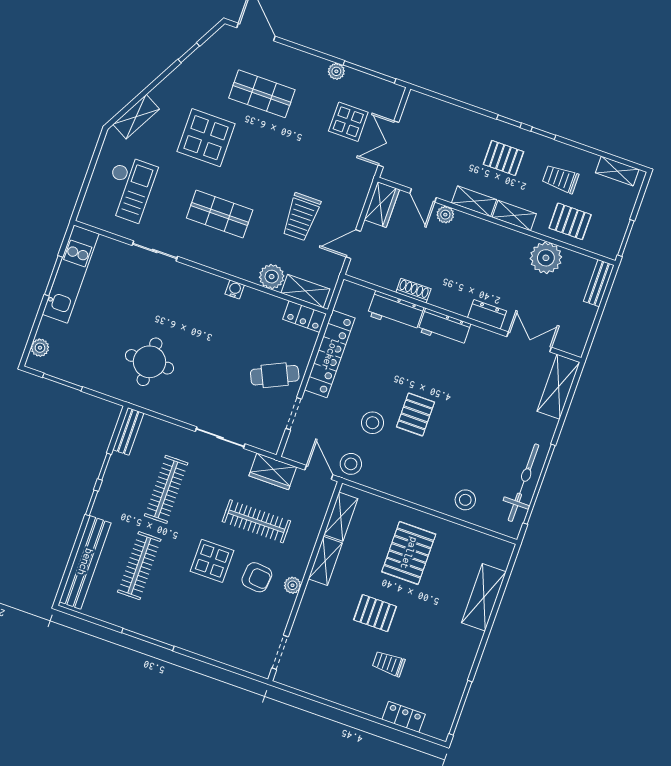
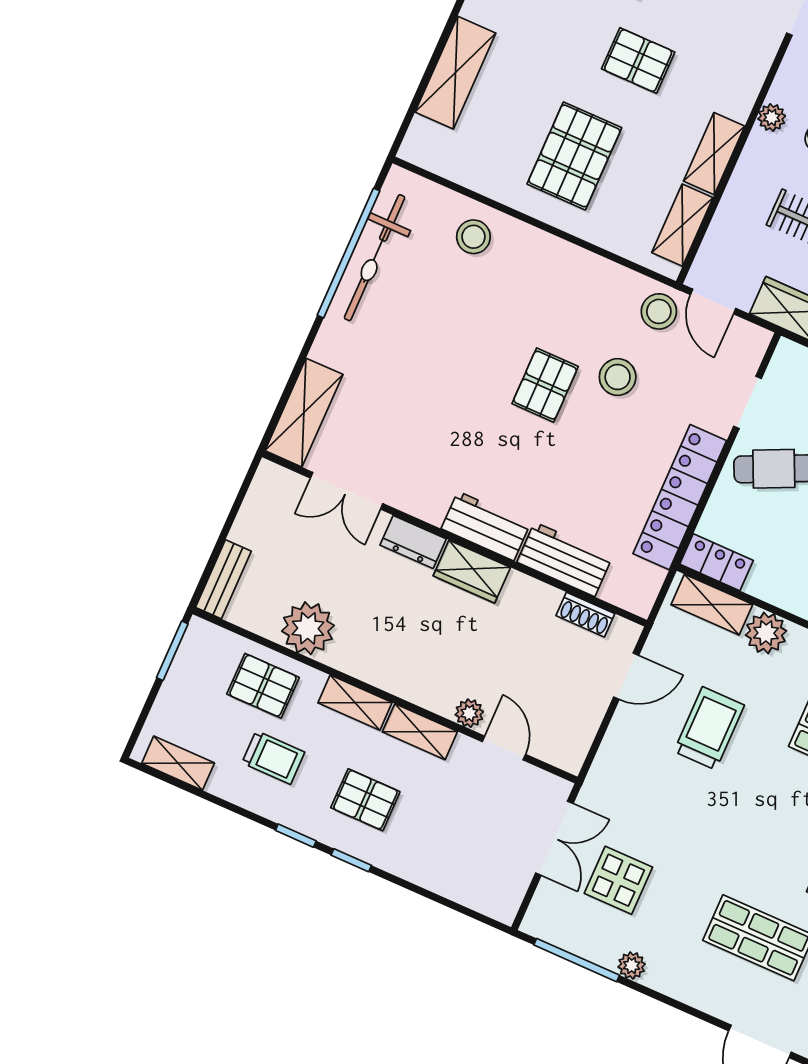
wardrobe: (382, 205) -> (472, 572), moved, turned -90
shoe rack: (413, 291) -> (585, 615), moved

